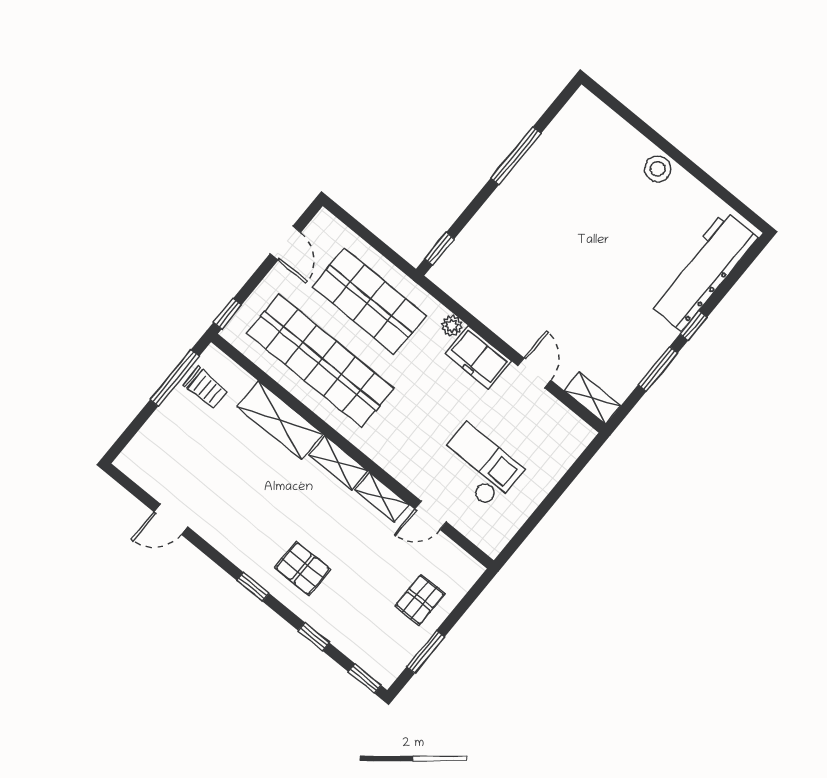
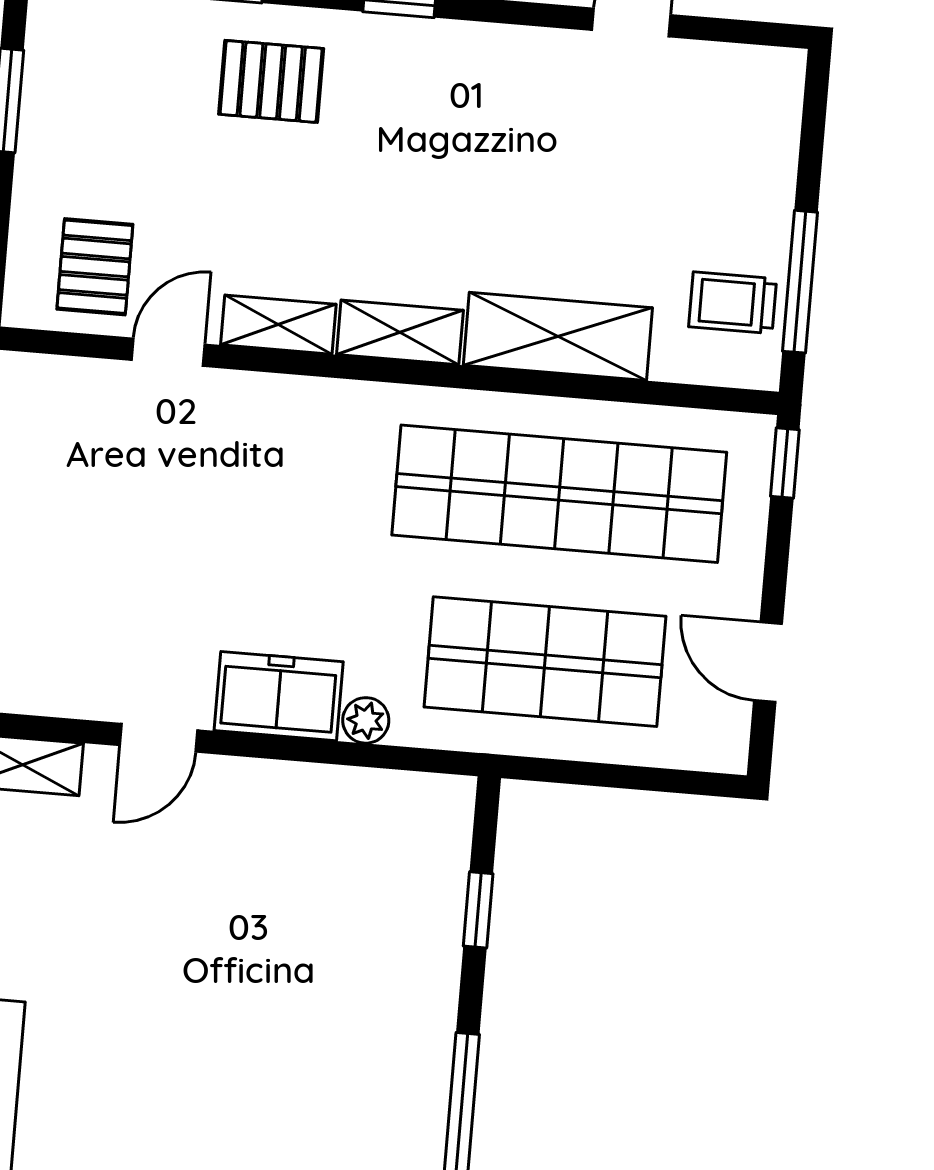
window: (439, 249) -> (478, 910), moved
door: (534, 373) -> (159, 738), hinge flipped
checkout: (479, 466) -> (143, 501), removed
pallet: (303, 568) -> (271, 81), moved
pallet: (420, 600) -> (95, 267), moved

